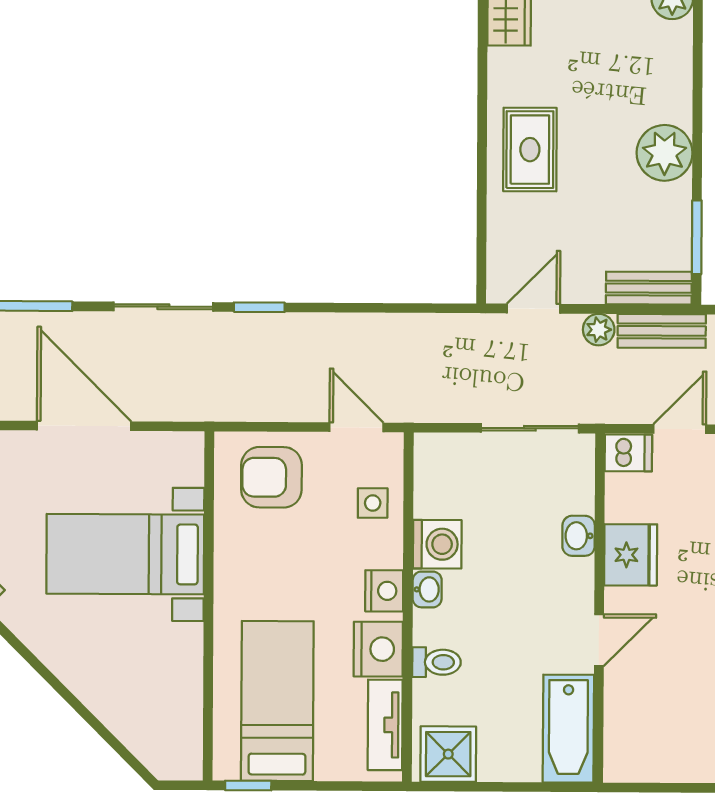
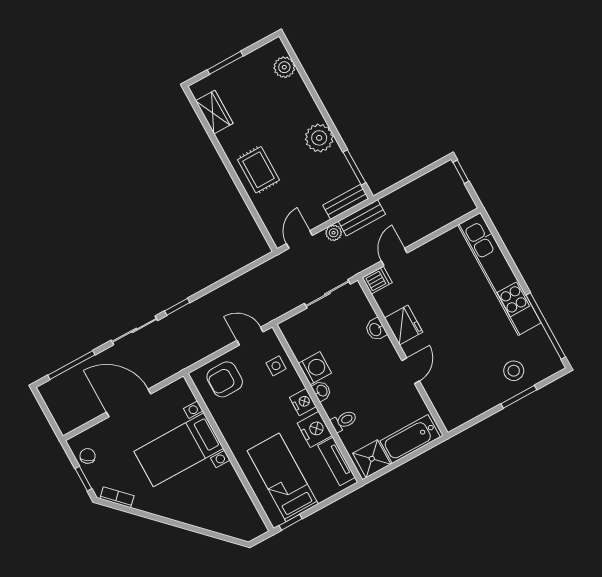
bathtub: (568, 729) -> (410, 439), moved, turned 90

